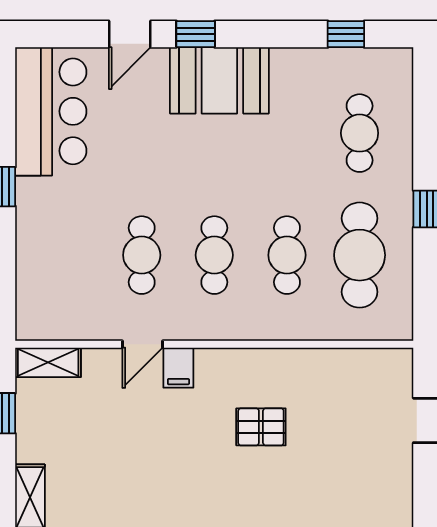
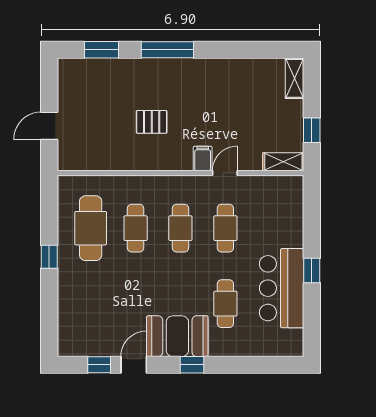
door: (130, 34) -> (134, 365), moved
bar counter: (51, 111) -> (282, 288), moved
cafe table: (360, 133) -> (225, 304), moved

